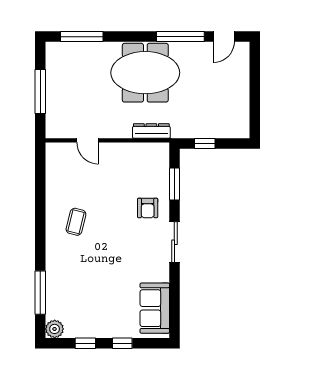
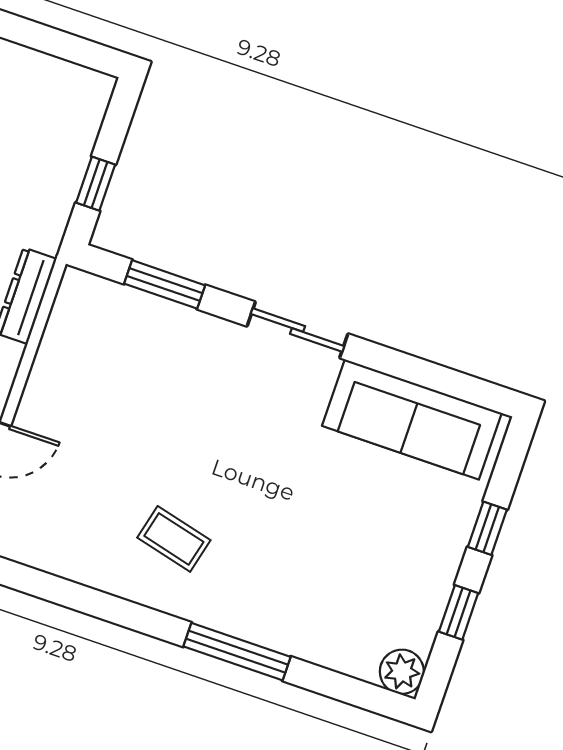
armchair: (148, 208) -> (198, 365), removed
window: (40, 293) -> (237, 652), moved
sofa: (155, 308) -> (412, 419), width x1.36

